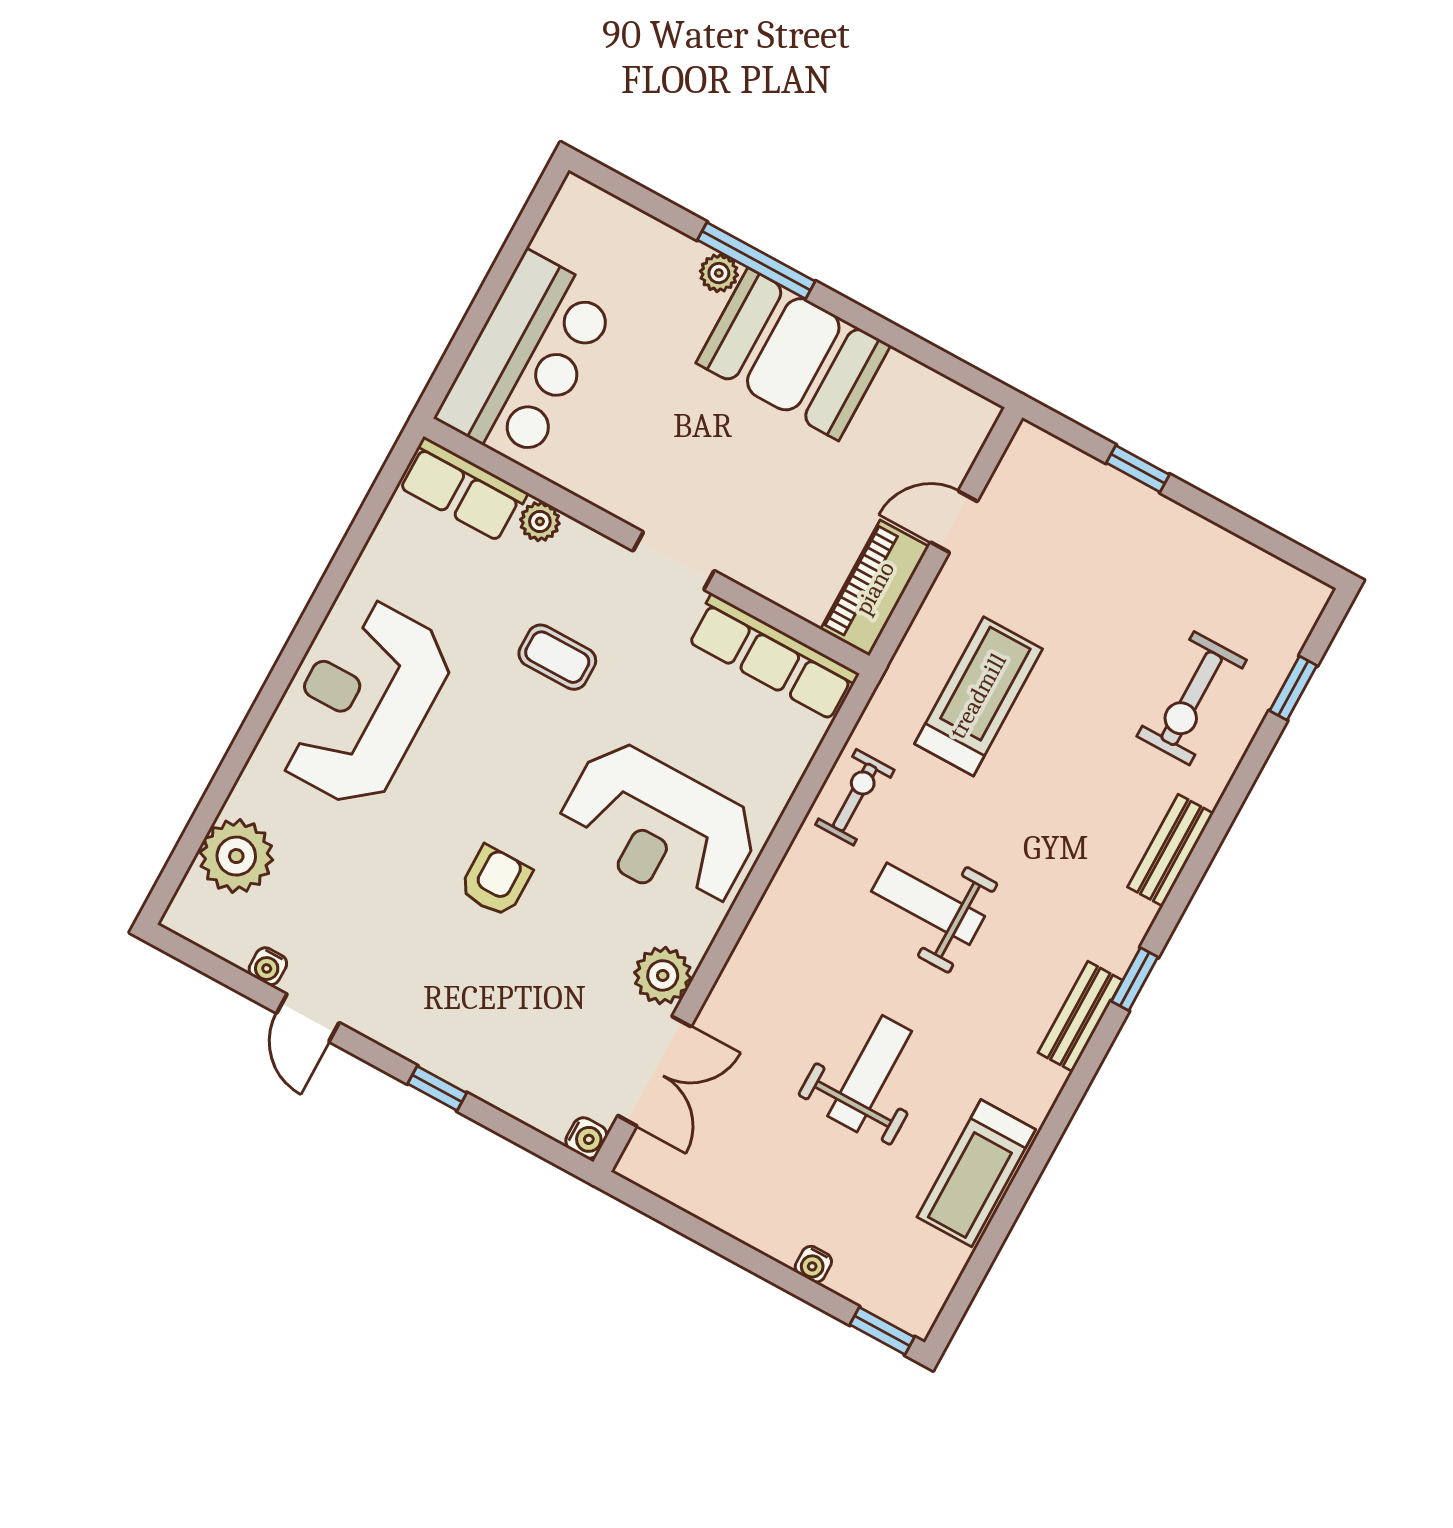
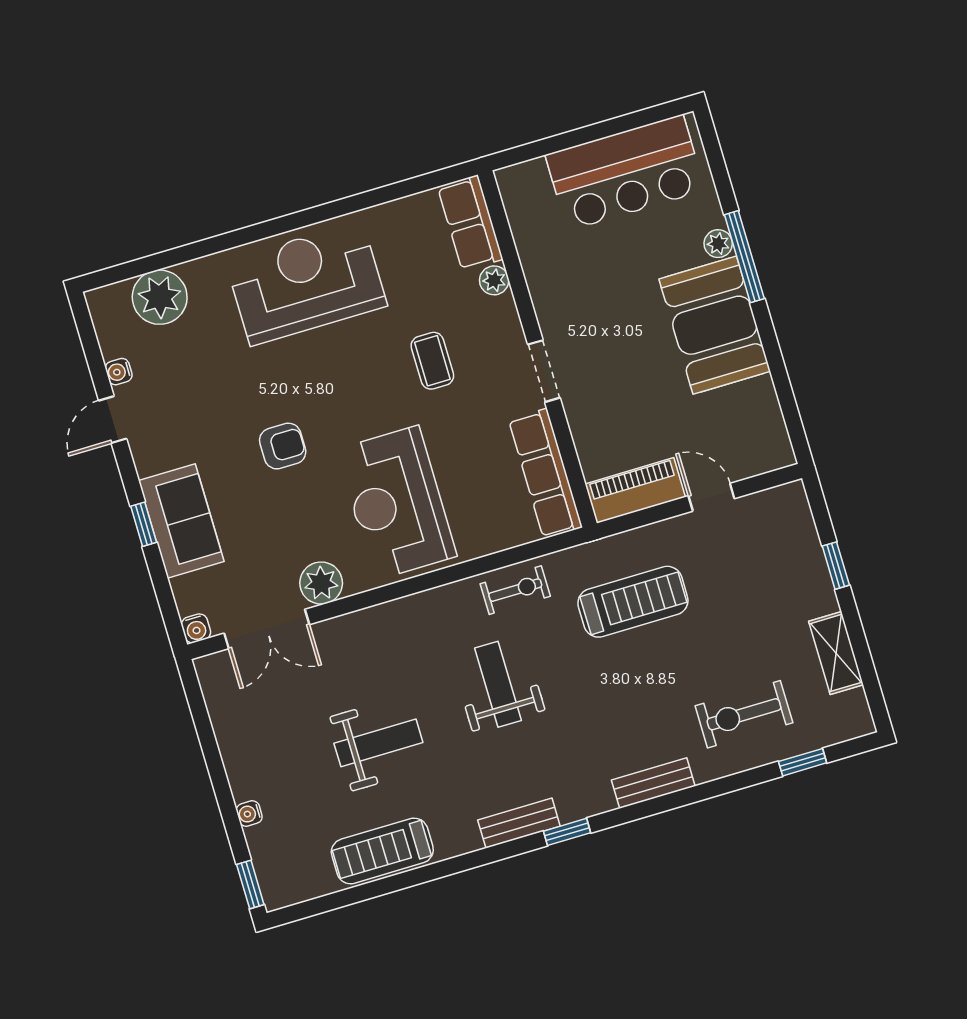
bar counter: (527, 359) -> (625, 173), moved
shelving: (1221, 552) -> (836, 653), added
sofa: (470, 1049) -> (181, 521), added

